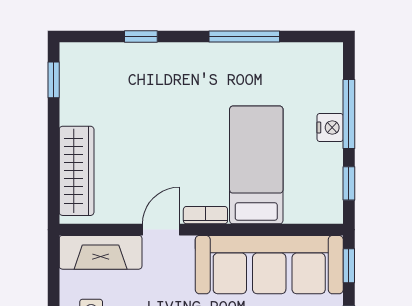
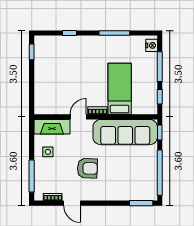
nightstand: (330, 128) -> (152, 45), moved
wardrobe: (77, 171) -> (42, 91), removed

